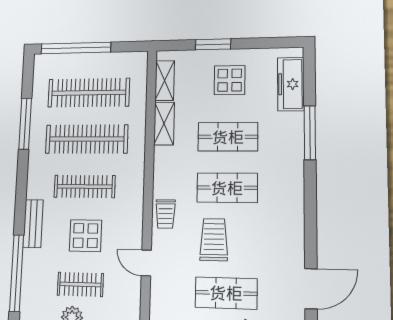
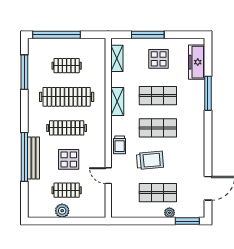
window: (213, 44) -> (148, 35), width x1.44
clothes rail: (89, 93) -> (67, 66), width x0.54, depth x0.76
window: (25, 124) -> (24, 72), moved
shelving: (164, 124) -> (117, 101), moved
bench: (33, 224) -> (34, 158), width x1.36
trolley: (214, 240) -> (150, 160), turned 85
window: (17, 273) -> (24, 157), moved

